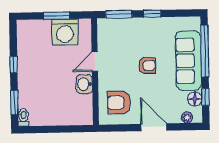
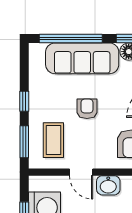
coffee table: (121, 38) -> (53, 140), added

